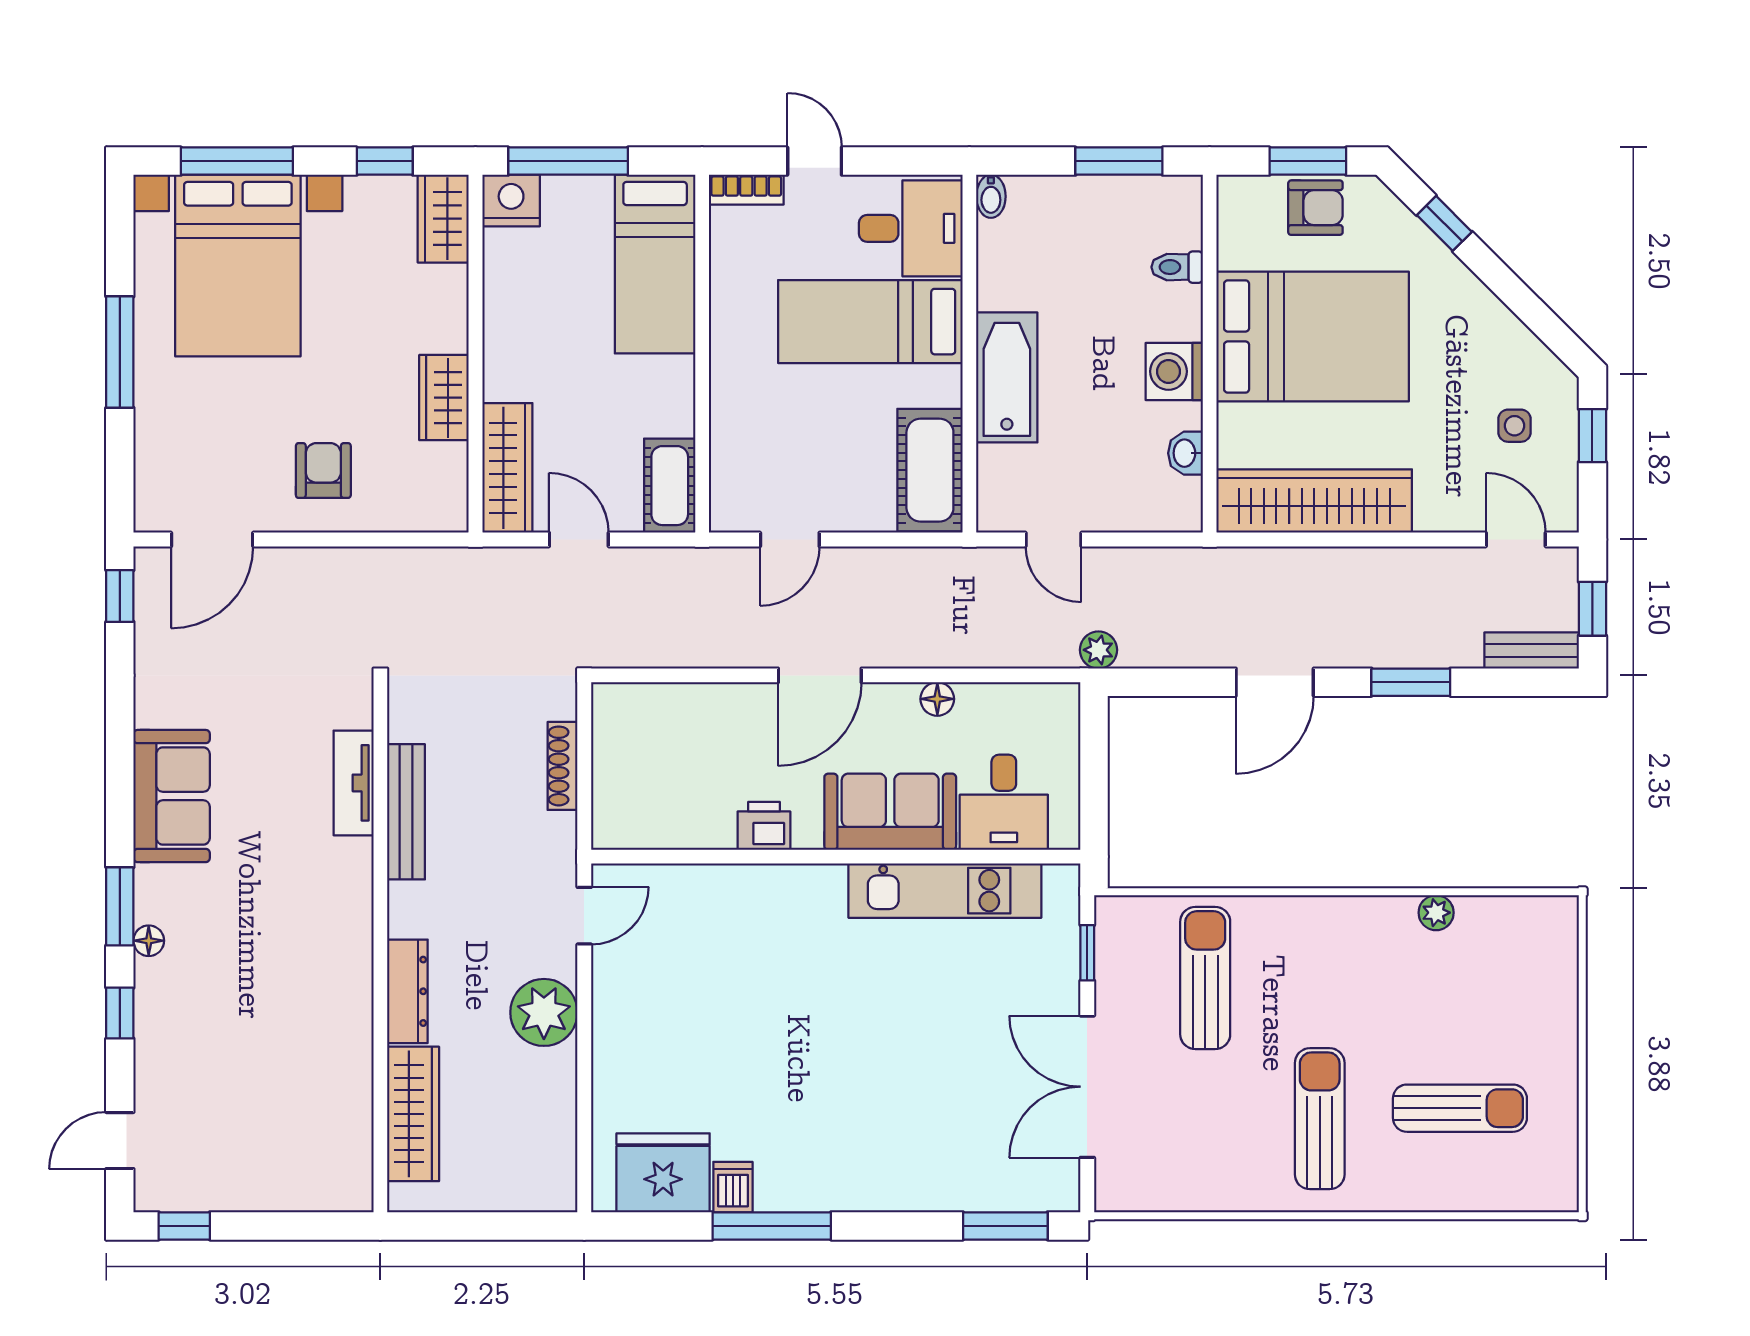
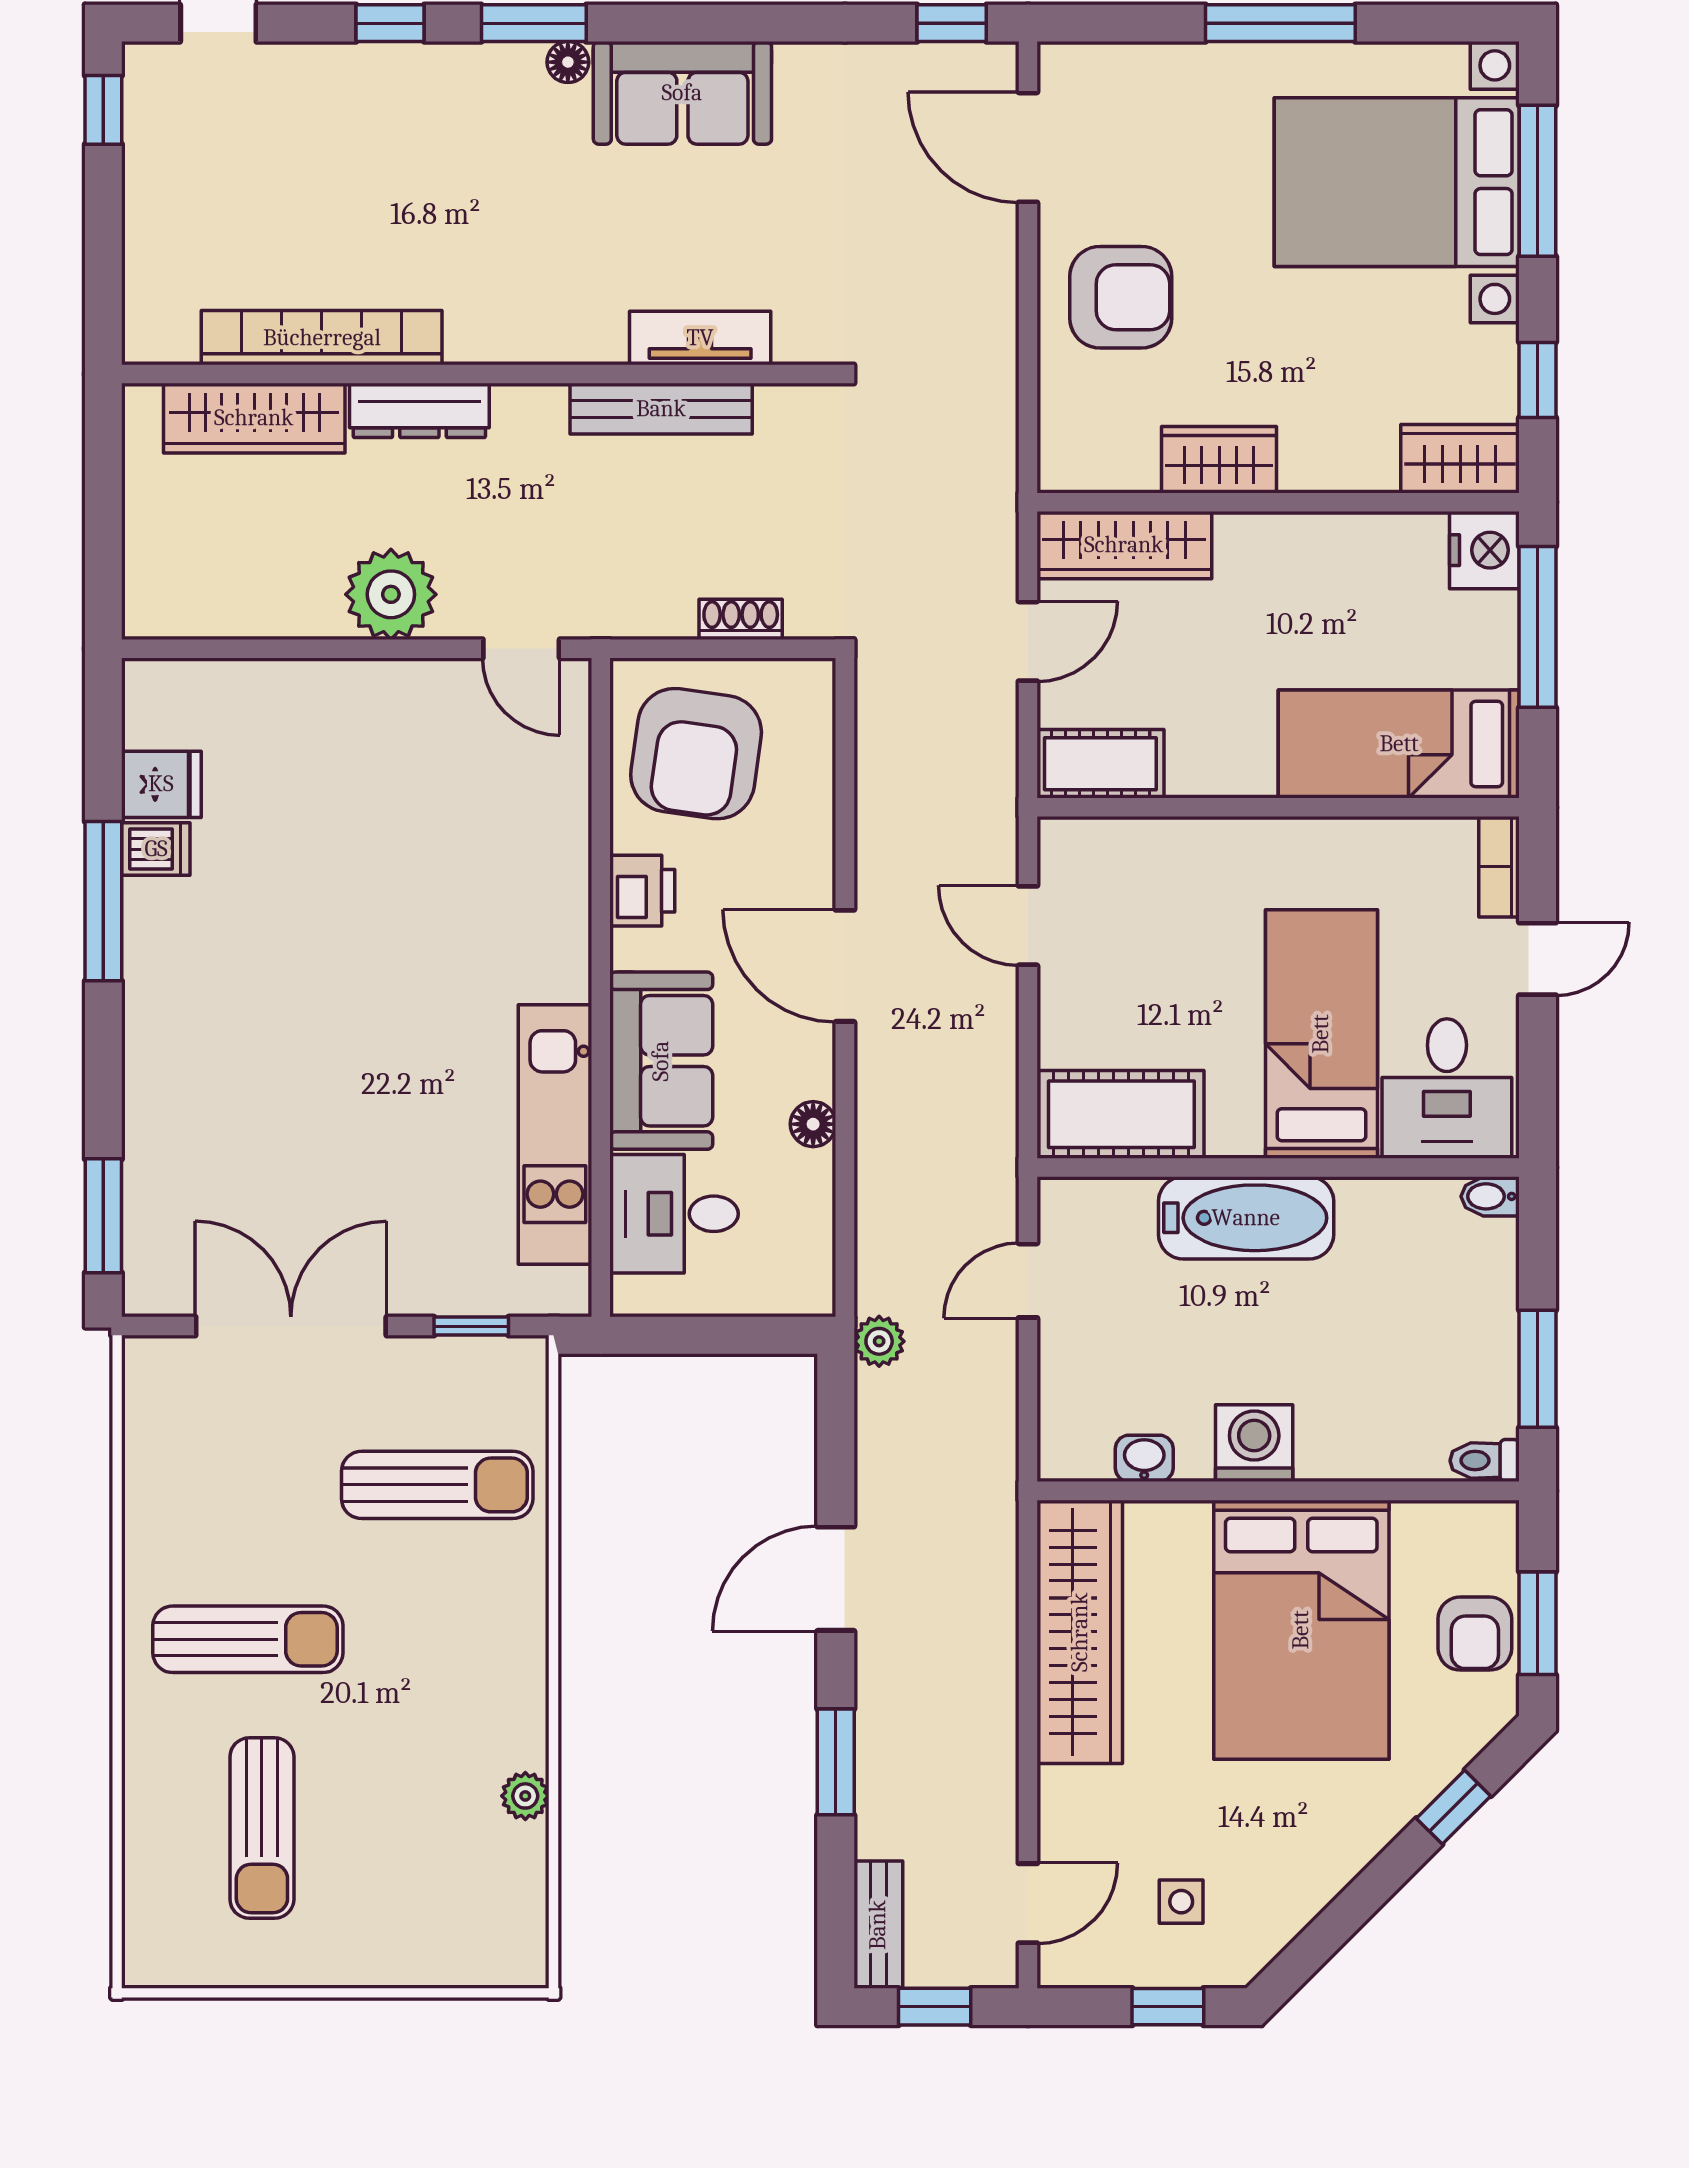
toilet: (1177, 267) -> (1485, 1461), moved, turned -90
armchair: (323, 471) -> (1121, 297), width x1.38, depth x1.38
door: (1275, 682) -> (836, 1579), hinge flipped
shoe rack: (562, 766) -> (741, 619), width x0.70
armchair: (662, 786) -> (696, 754), added
floor lamp: (149, 941) -> (568, 62), moved
bookcase: (353, 1064) -> (322, 338), added
fridge: (663, 1173) -> (161, 784), width x0.53, depth x0.75

